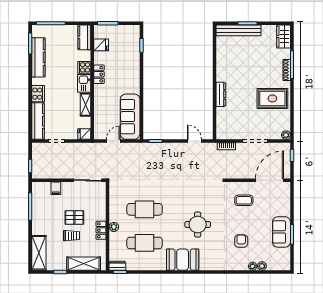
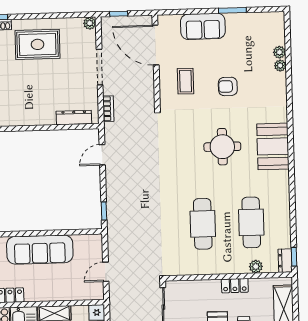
dresser: (221, 94) -> (74, 118), moved
rug: (272, 98) -> (38, 44), turned 90
sofa: (130, 117) -> (40, 250), moved
door: (113, 141) -> (106, 272), hinge flipped
plant: (114, 227) -> (256, 266), moved
sofa: (281, 232) -> (203, 26), moved
armchair: (241, 241) -> (228, 86), moved
booth: (183, 260) -> (273, 146), moved

